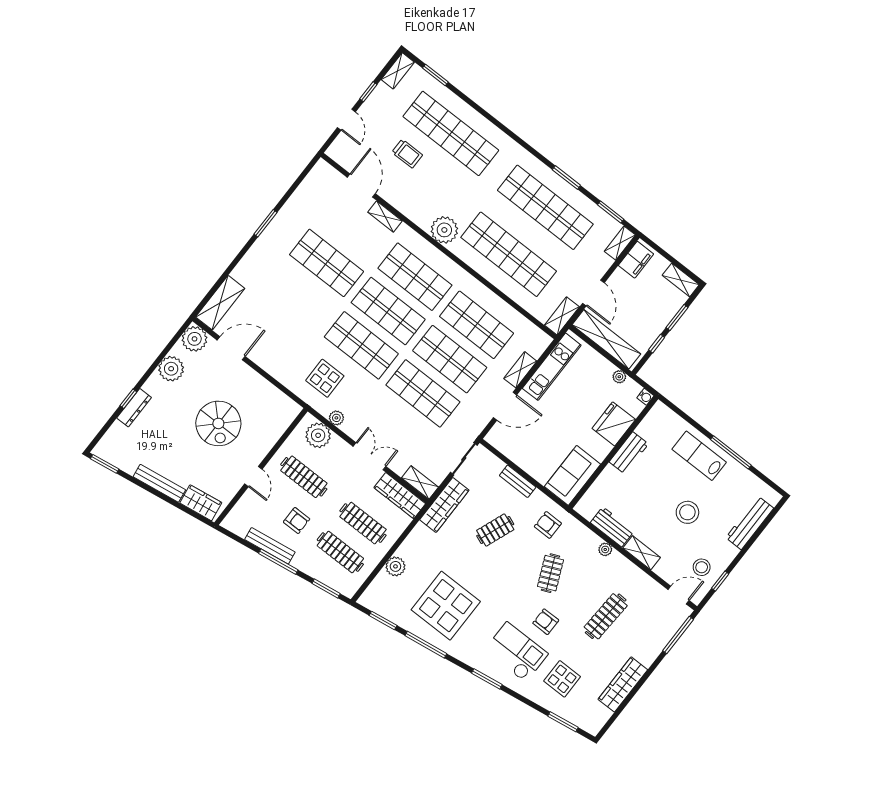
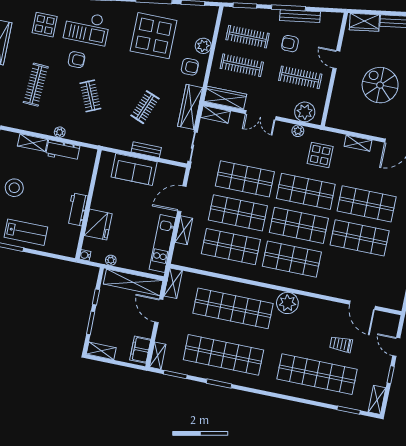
shelving: (385, 217) -> (358, 143), moved
shop shelf: (300, 297) -> (367, 204), added
sofa: (572, 475) -> (134, 169), moved, turned 90
armchair: (548, 525) -> (190, 67), moved

